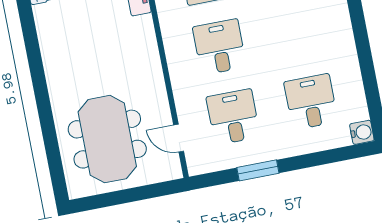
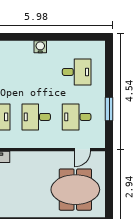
desk: (311, 102) -> (77, 72), turned 180
water cooler: (362, 132) -> (40, 47), moved

